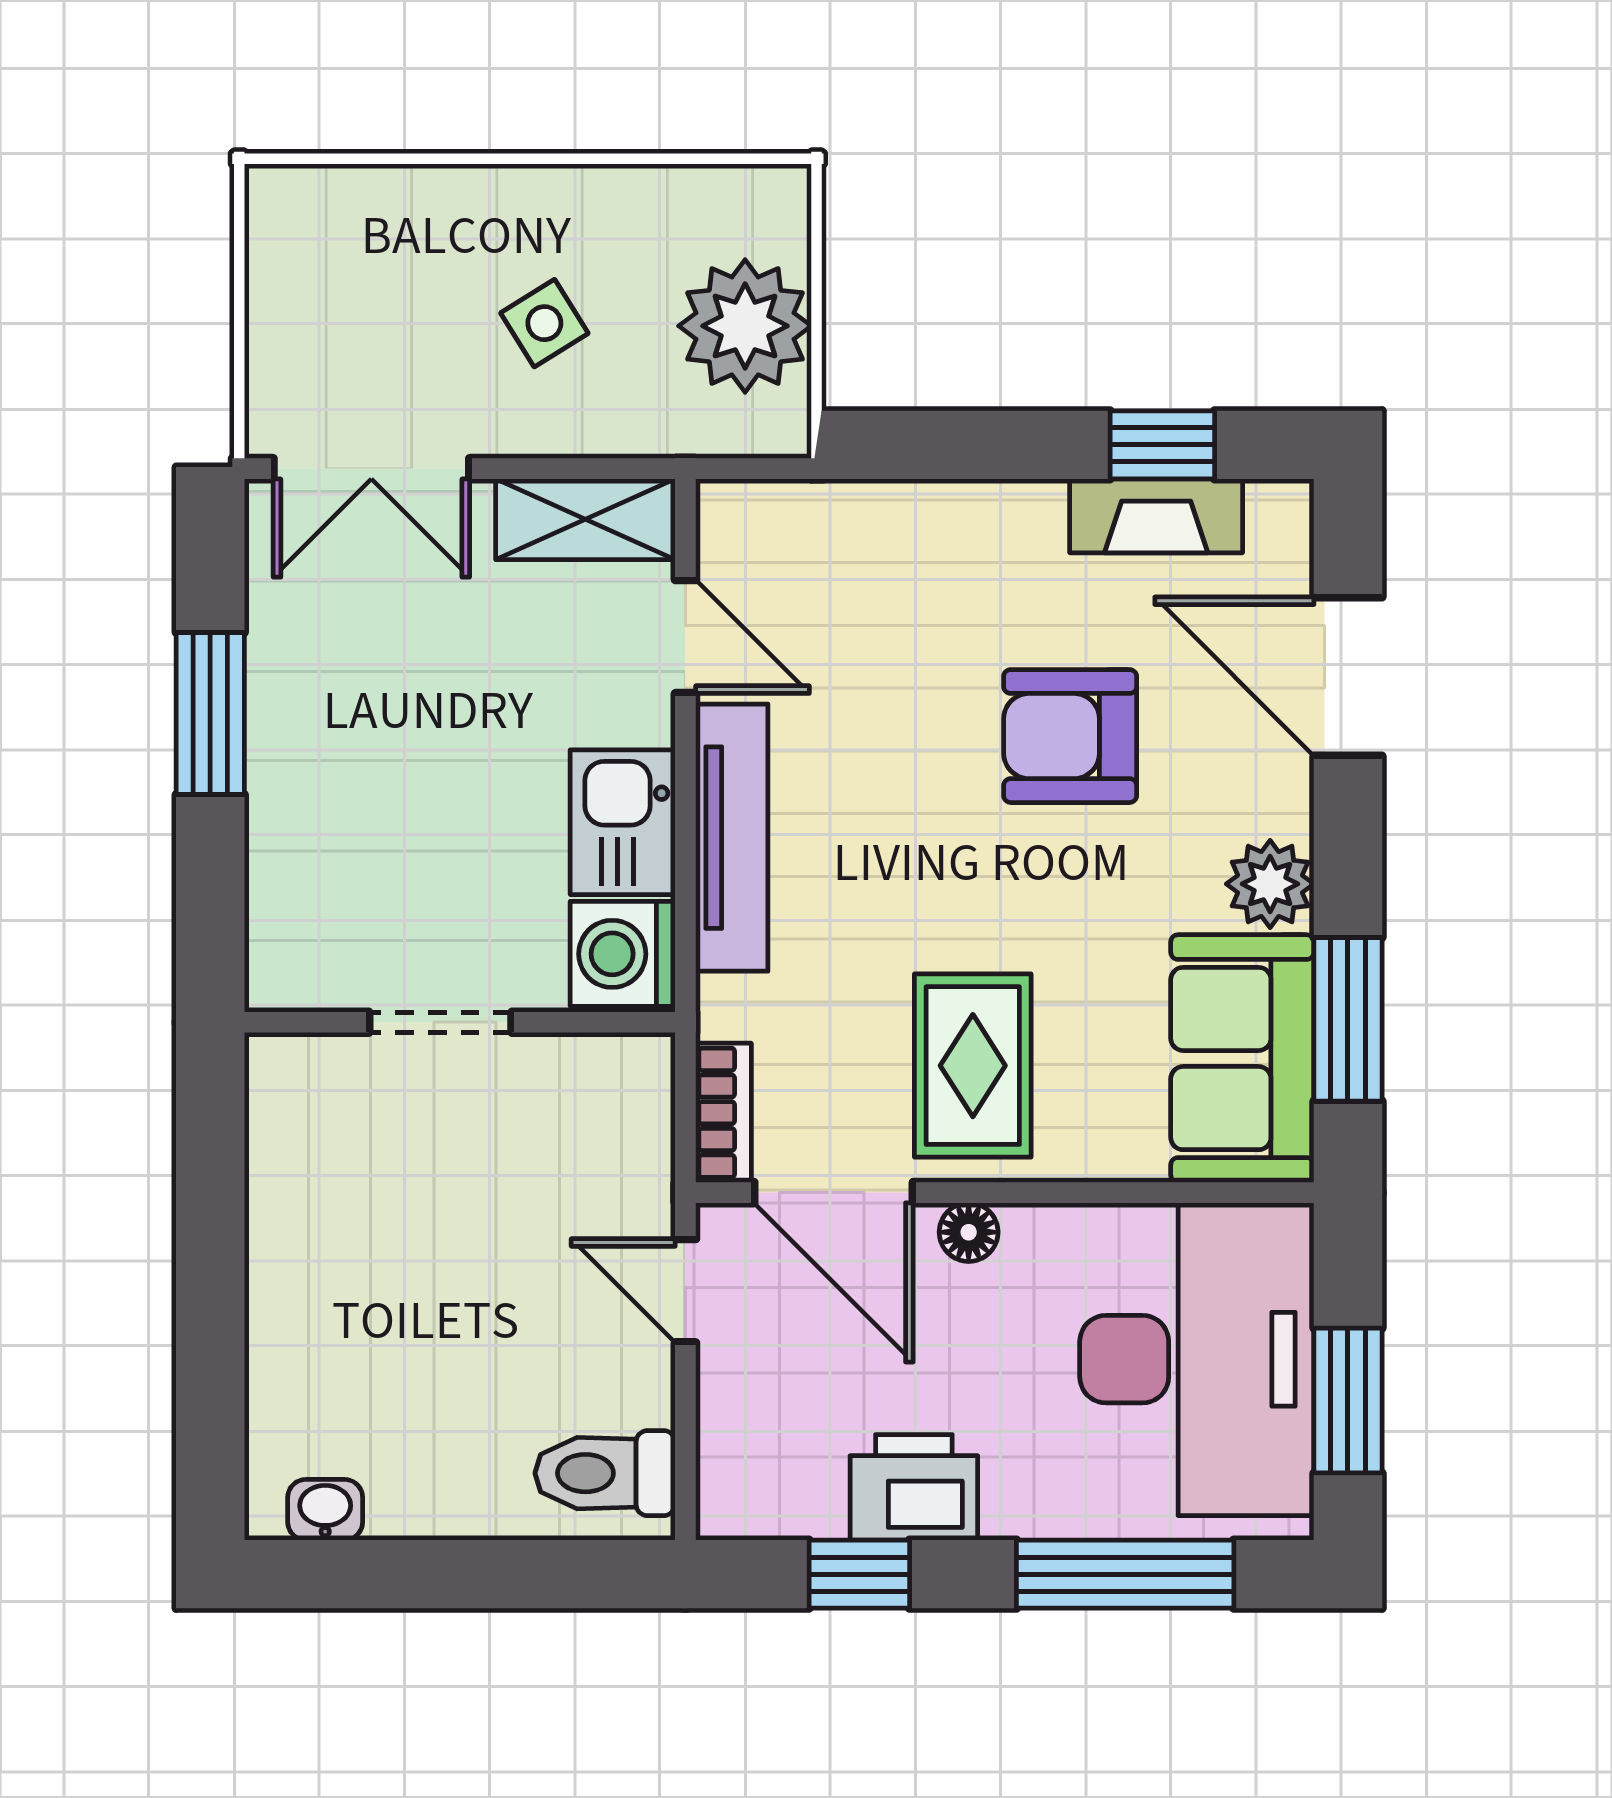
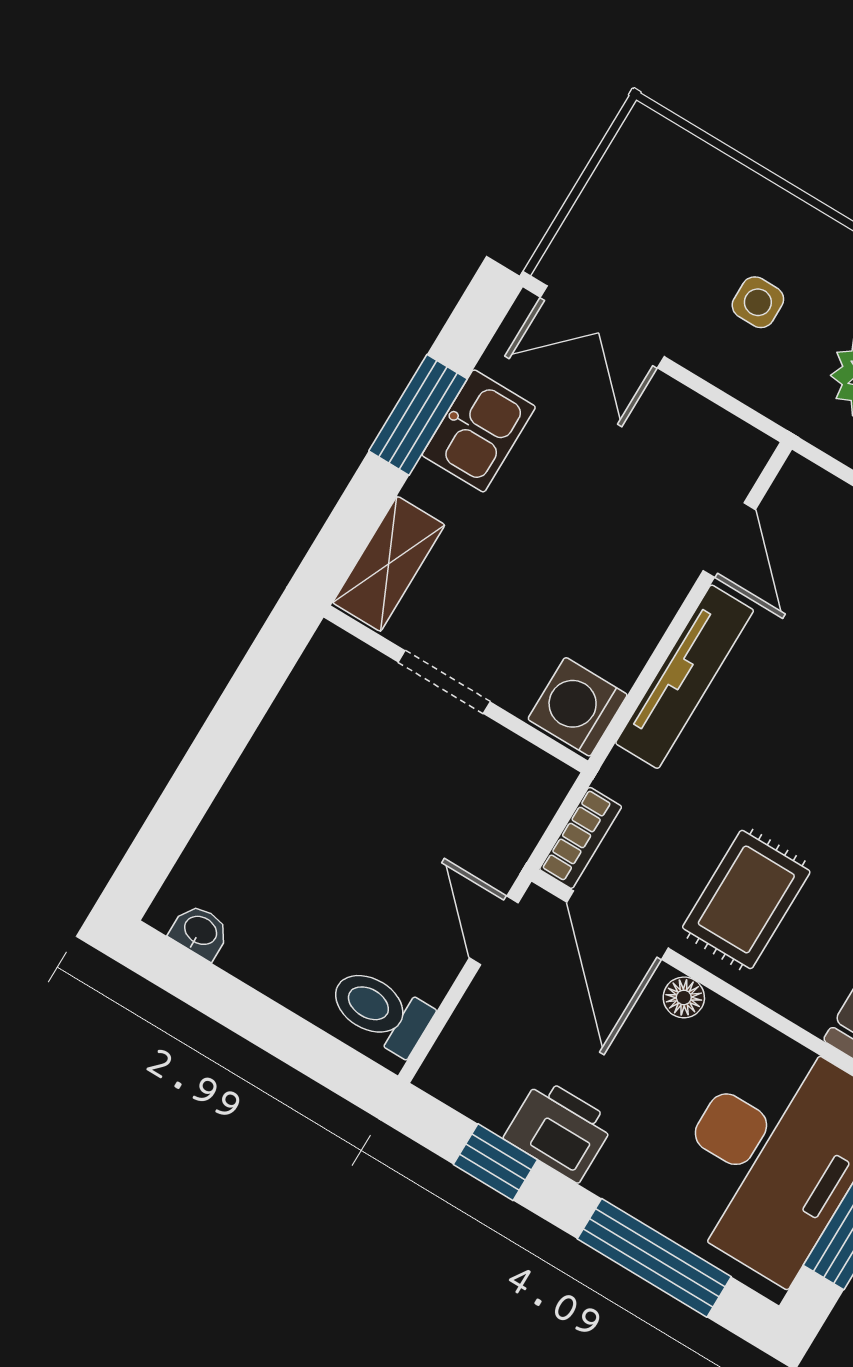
side table: (544, 323) -> (758, 302), turned 32
shelving: (585, 519) -> (389, 564), moved, turned 90
kitchen sink: (623, 822) -> (479, 431), moved, turned 180

